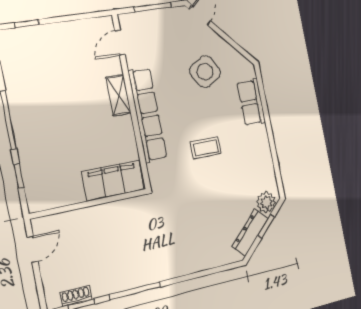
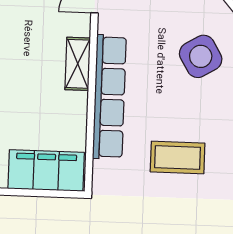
coffee table: (206, 148) -> (178, 157), width x1.36, depth x1.30

